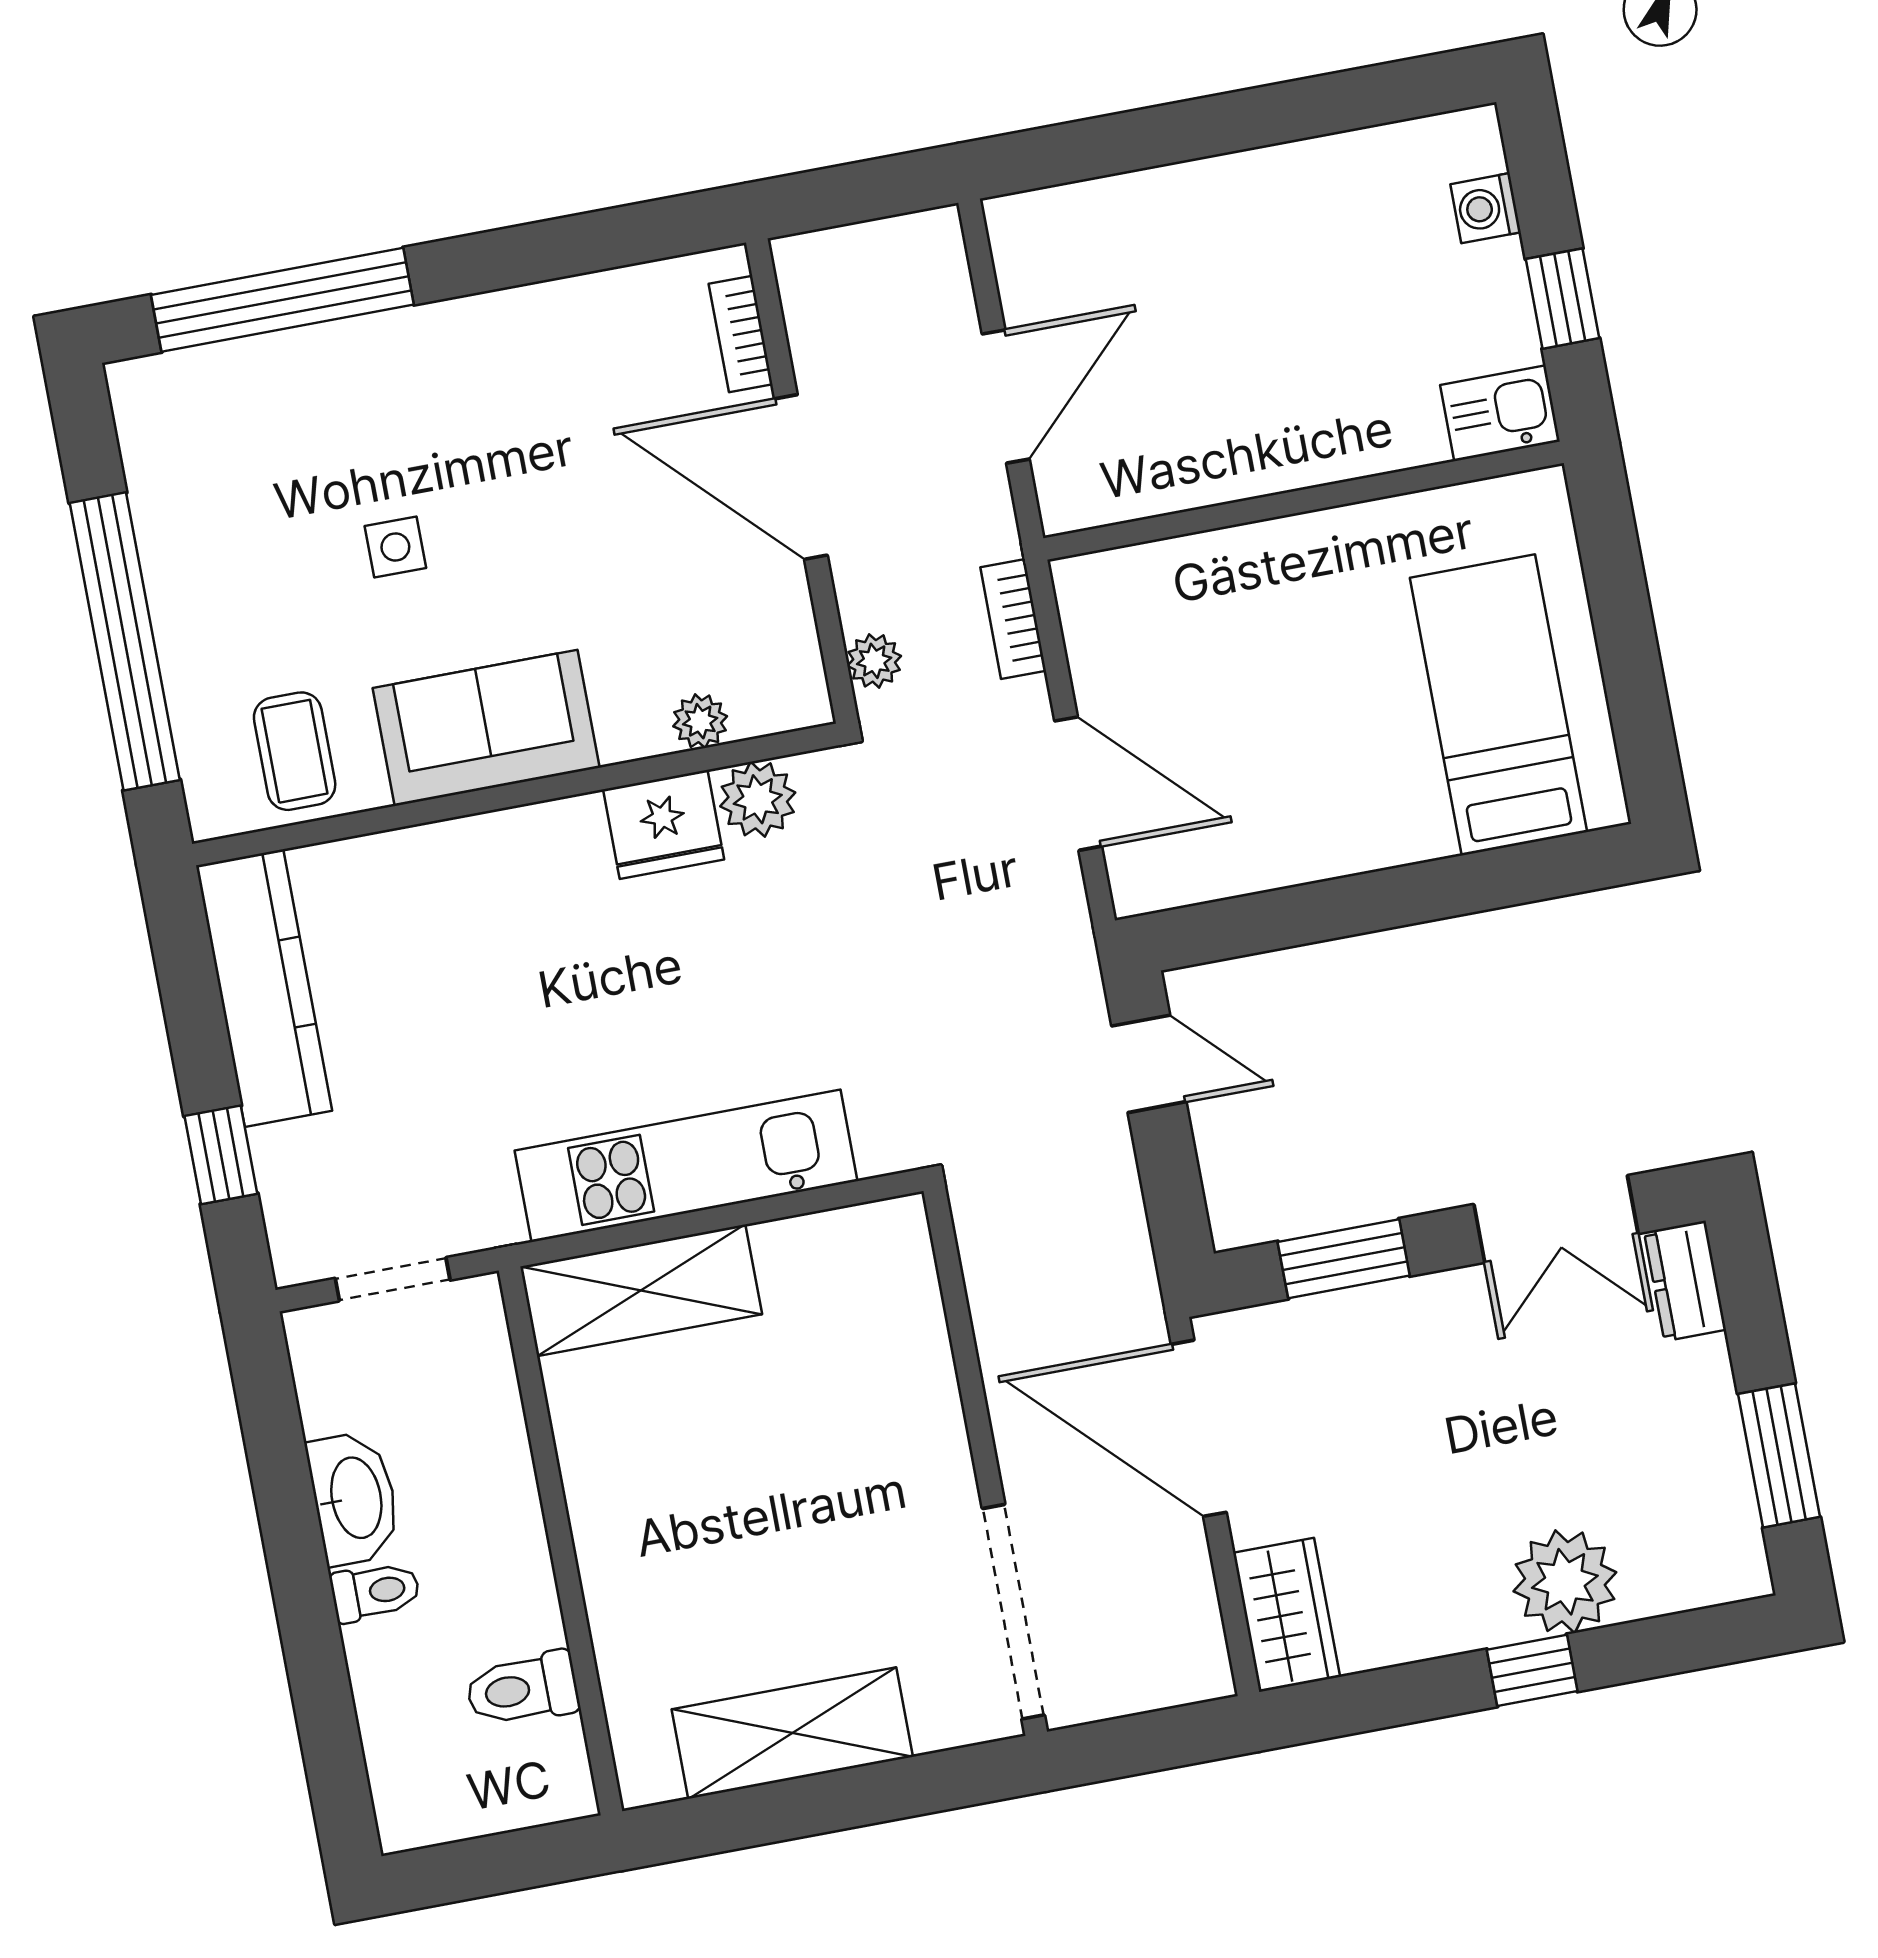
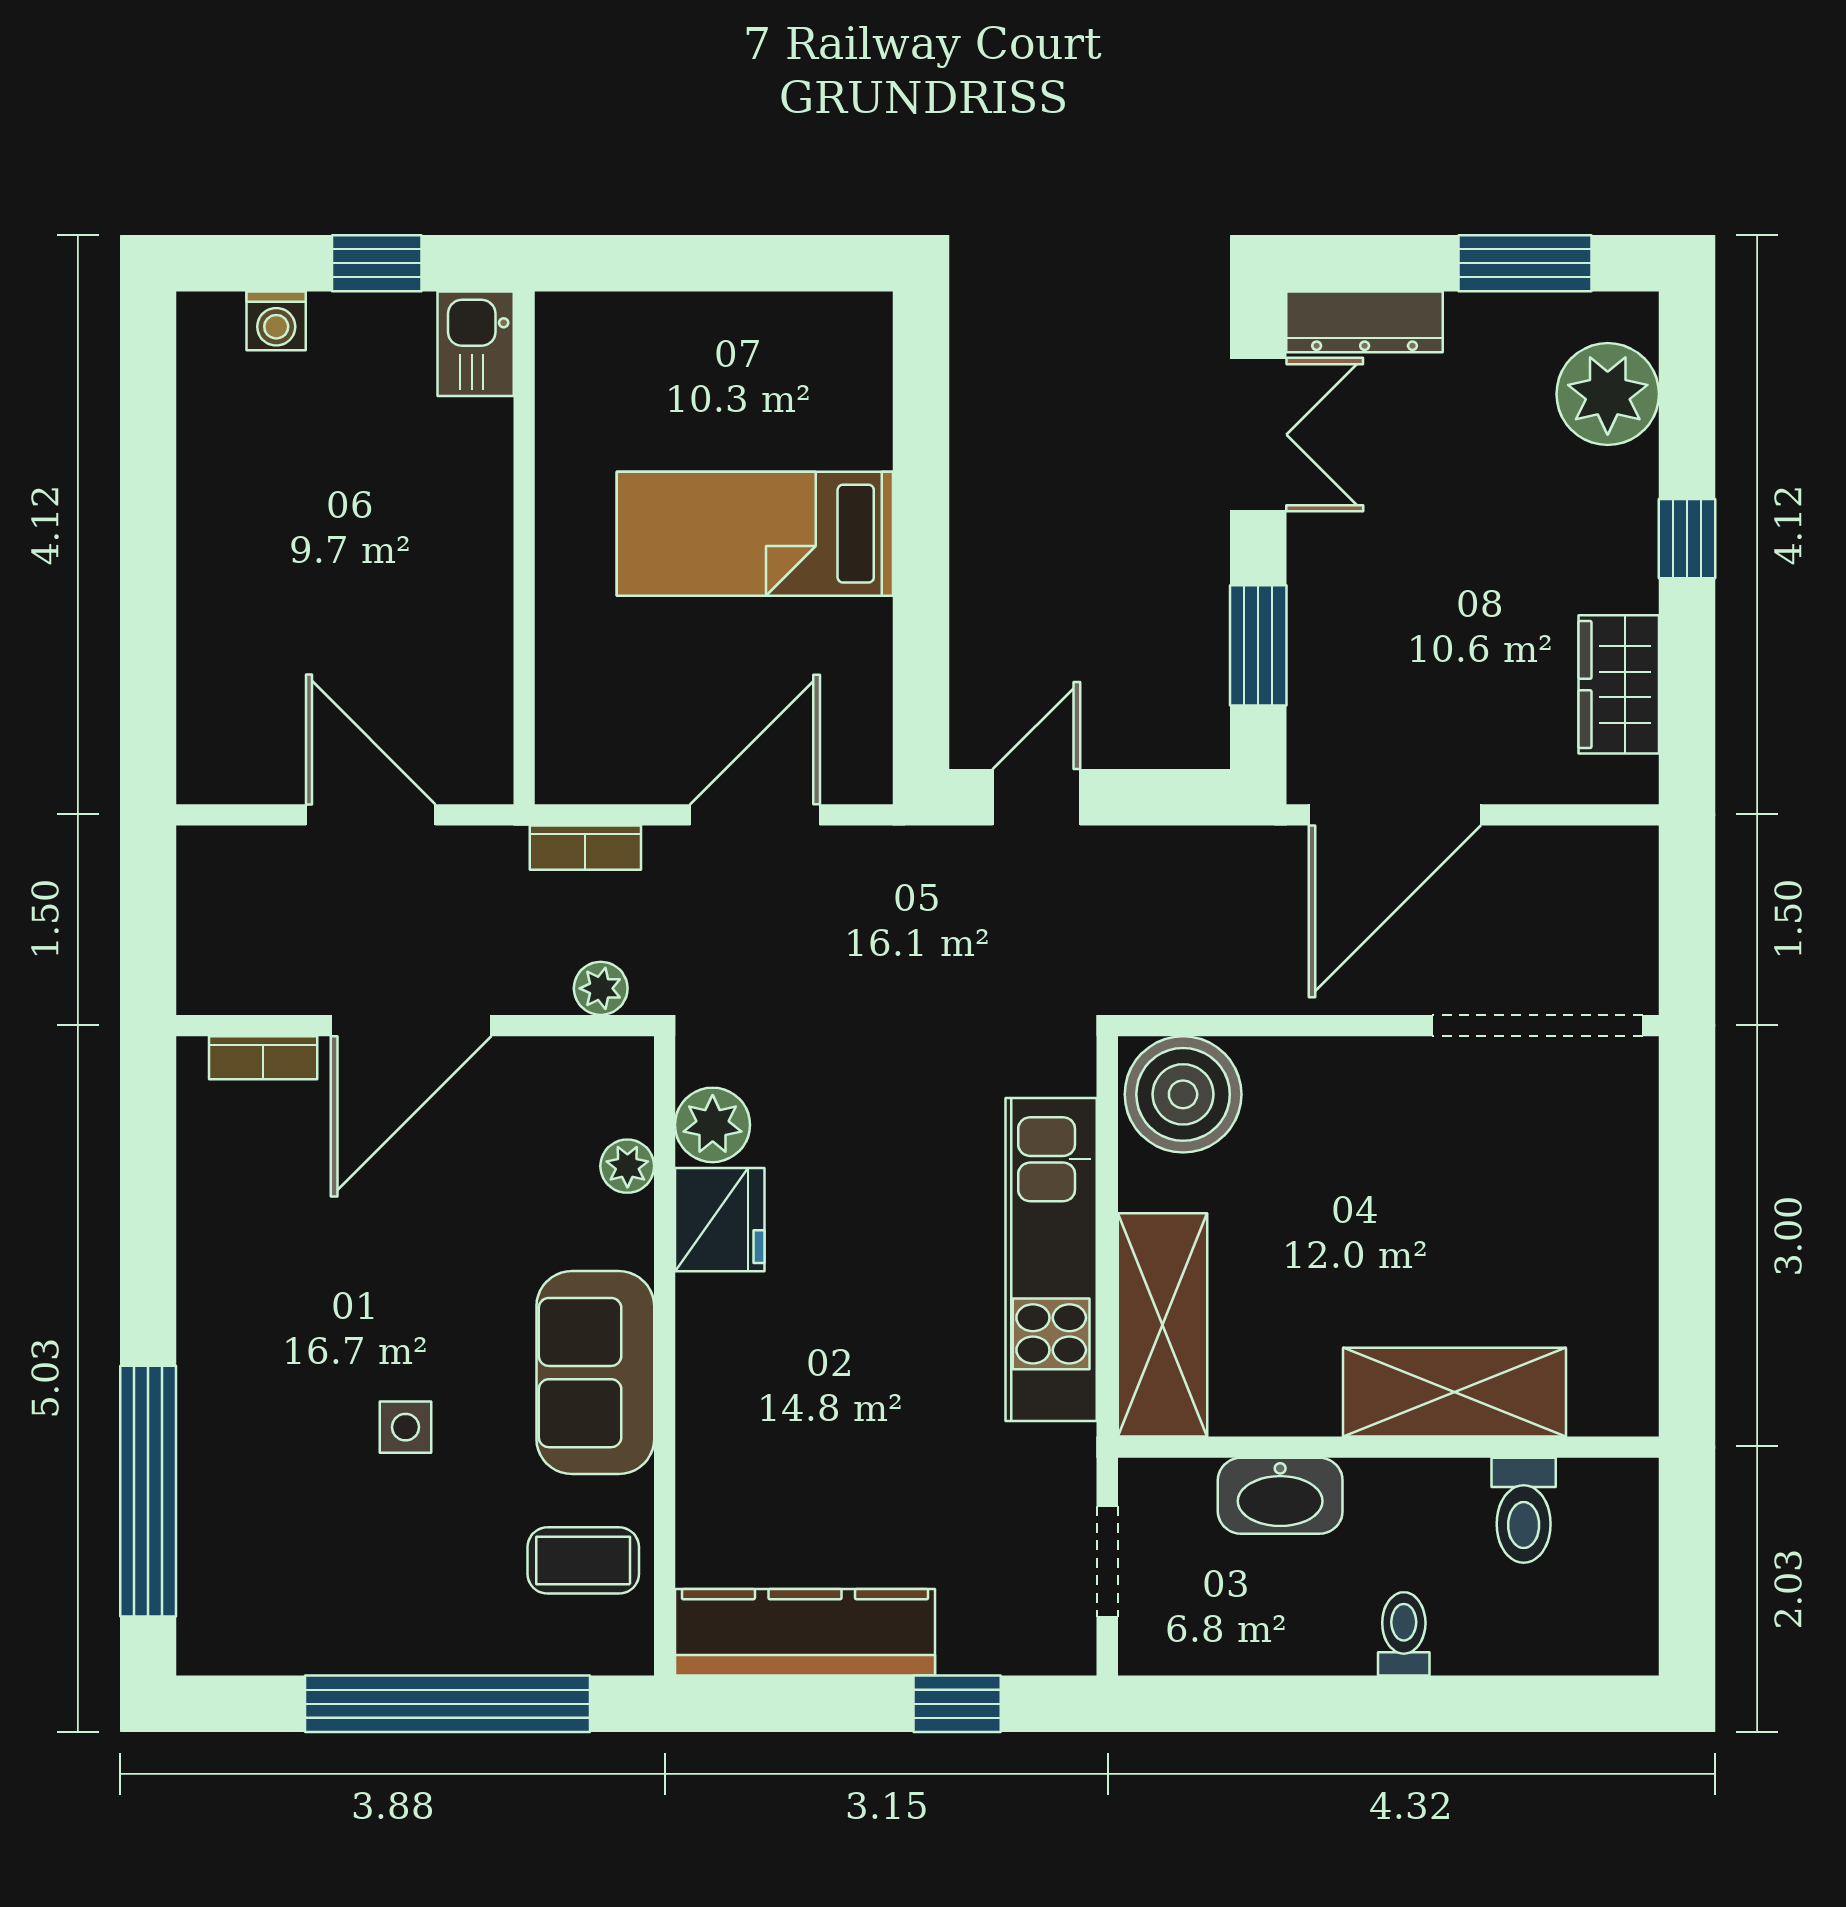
bed: (1498, 705) -> (755, 534), moved
boiler: (877, 1268) -> (1183, 1094), added
dresser: (1685, 1281) -> (1365, 322), width x1.44
washbasin: (354, 1498) -> (1280, 1496), moved, turned 180
plant: (1565, 1582) -> (1608, 394), moved
wardrobe: (1287, 1615) -> (1619, 684), moved, turned -90
shelving: (792, 1733) -> (1455, 1392), moved, turned 90

